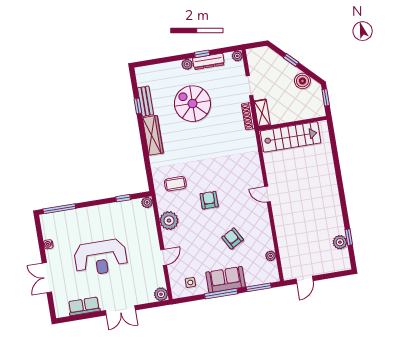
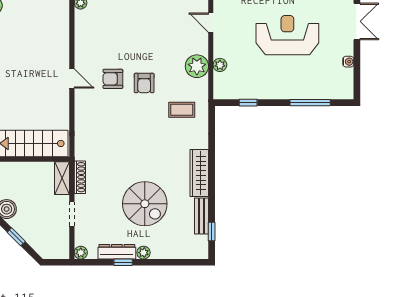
window: (138, 106) -> (212, 231), moved
plant: (147, 202) -> (220, 65), moved
window: (59, 209) -> (310, 103), moved
armchair: (233, 238) -> (113, 79), moved, turned 119
door: (164, 257) -> (211, 23), hinge flipped

